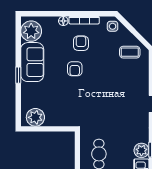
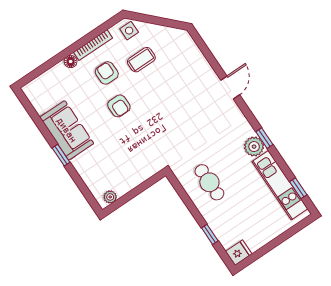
plant: (31, 31) -> (43, 97), removed
coffee table: (130, 52) -> (141, 60), moved
plant: (35, 117) -> (110, 197), width x0.53, depth x0.53

